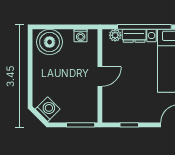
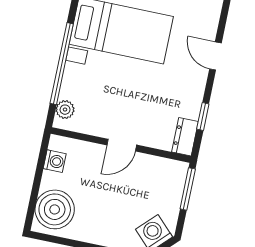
dresser: (134, 36) -> (185, 137), moved, turned 180
door: (100, 77) -> (122, 145), swing flipped

